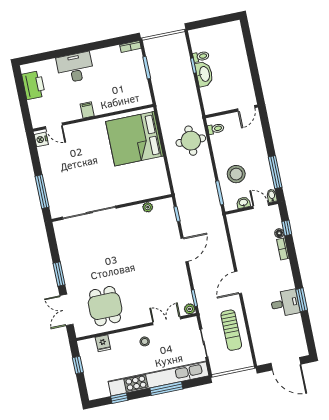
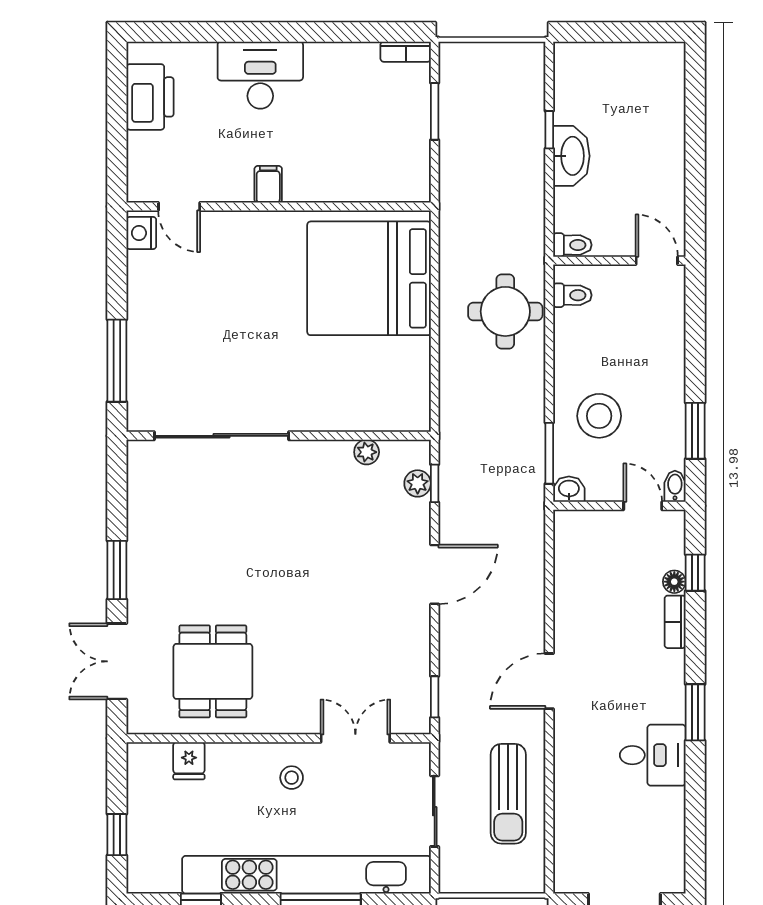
toilet: (201, 56) -> (572, 245), moved
door: (246, 108) -> (657, 261), swing flipped
window: (275, 172) -> (695, 431), width x0.69
washbasin: (243, 203) -> (569, 489), moved
window: (302, 300) -> (695, 712), moved
plant: (190, 309) -> (418, 483), moved
window: (78, 365) -> (117, 835), moved

